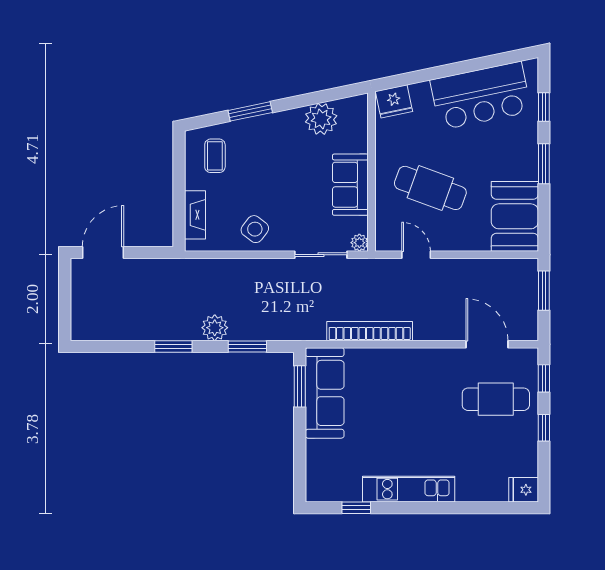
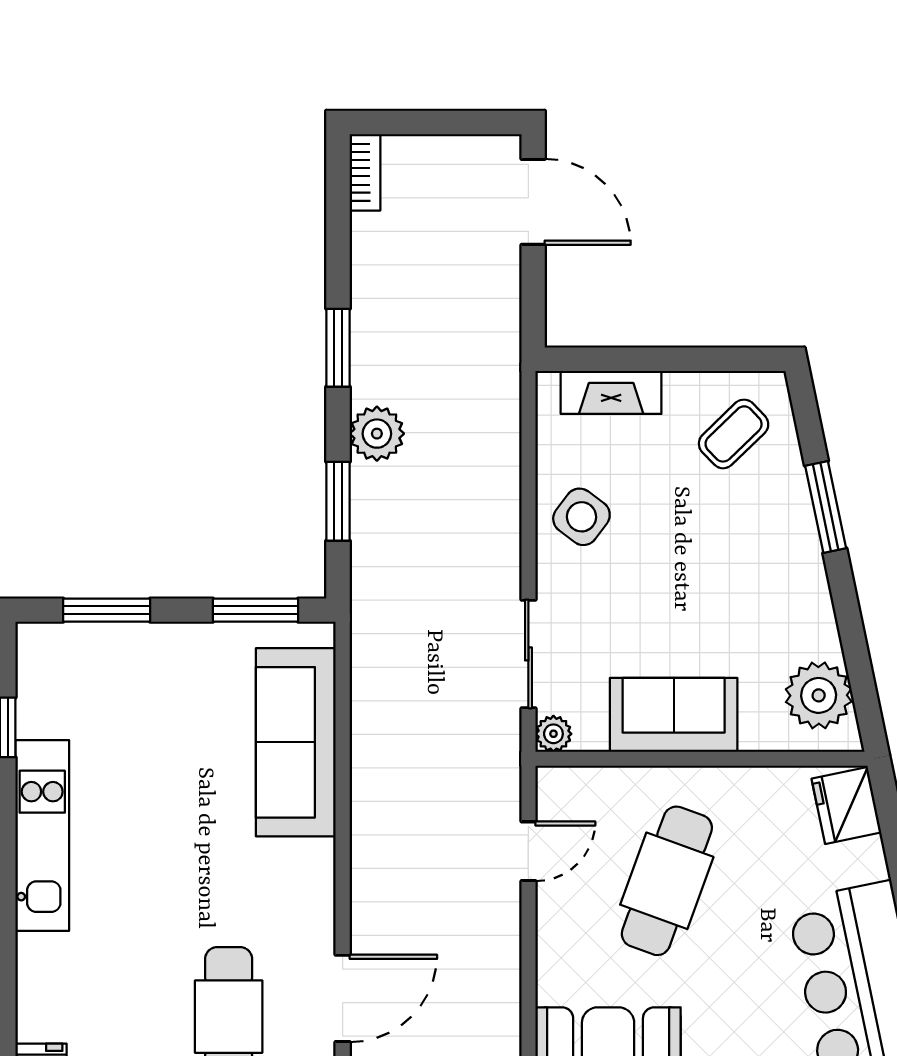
plant: (321, 119) -> (819, 695), moved
coffee table: (215, 156) -> (734, 434), turned -44
bookcase: (370, 331) -> (365, 172), moved, width x0.43, depth x0.76
sofa: (325, 393) -> (296, 742), moved, turned 90
window: (300, 458) -> (107, 610), added

